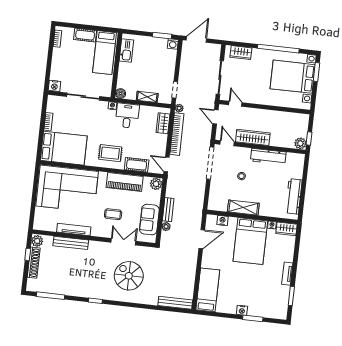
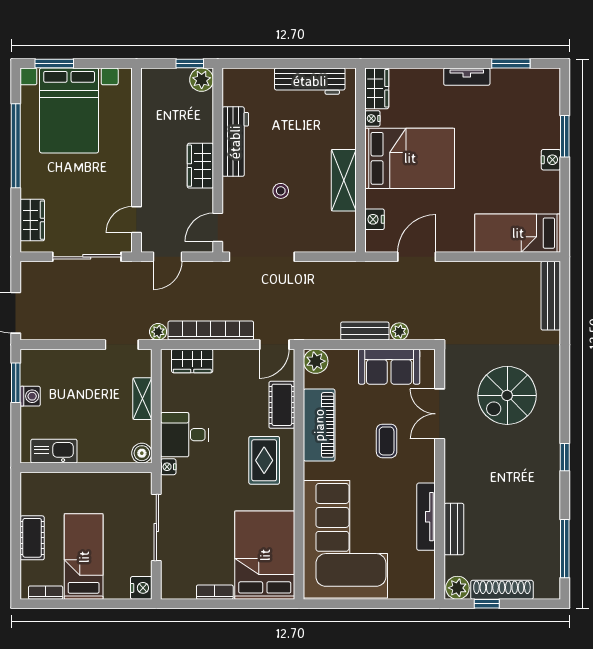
washing machine: (173, 44) -> (30, 396), moved
bed: (105, 53) -> (84, 557), moved, turned -90
wardrobe: (253, 137) -> (200, 166), width x0.67
door: (202, 239) -> (417, 257), hinge flipped
bench: (71, 243) -> (454, 529), width x0.73

